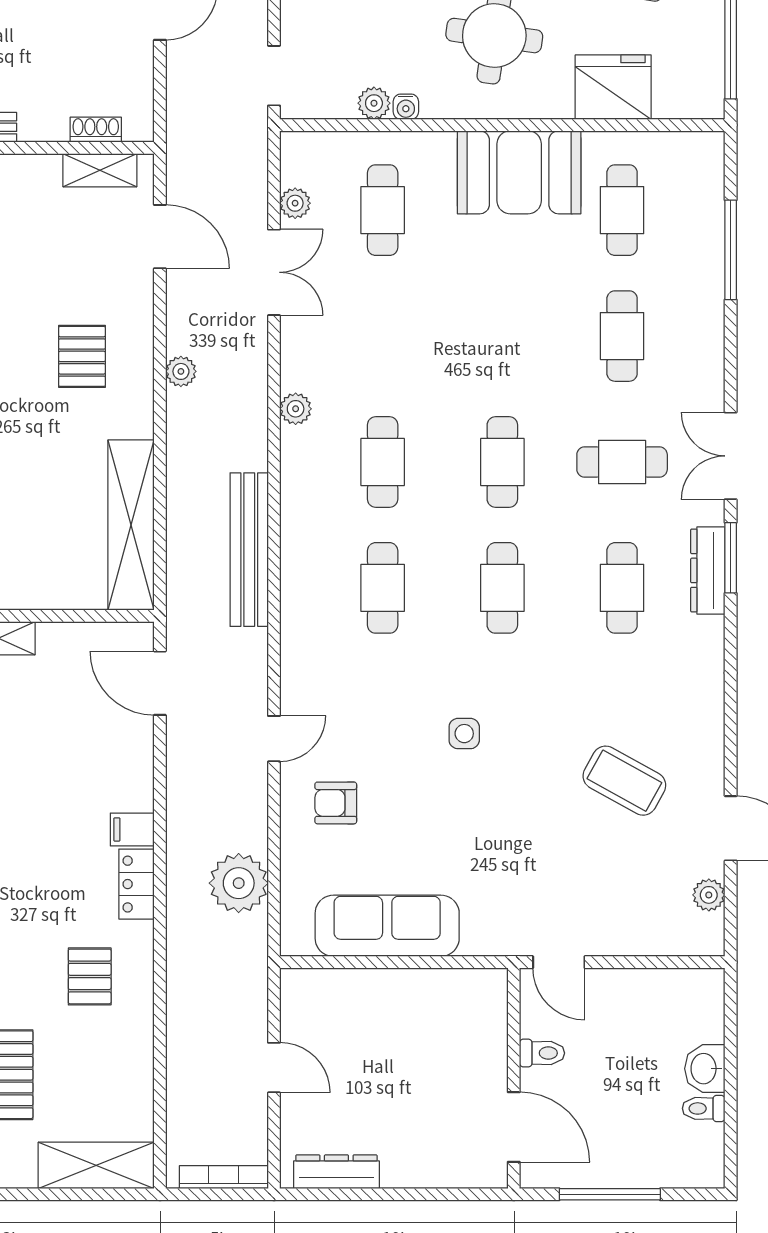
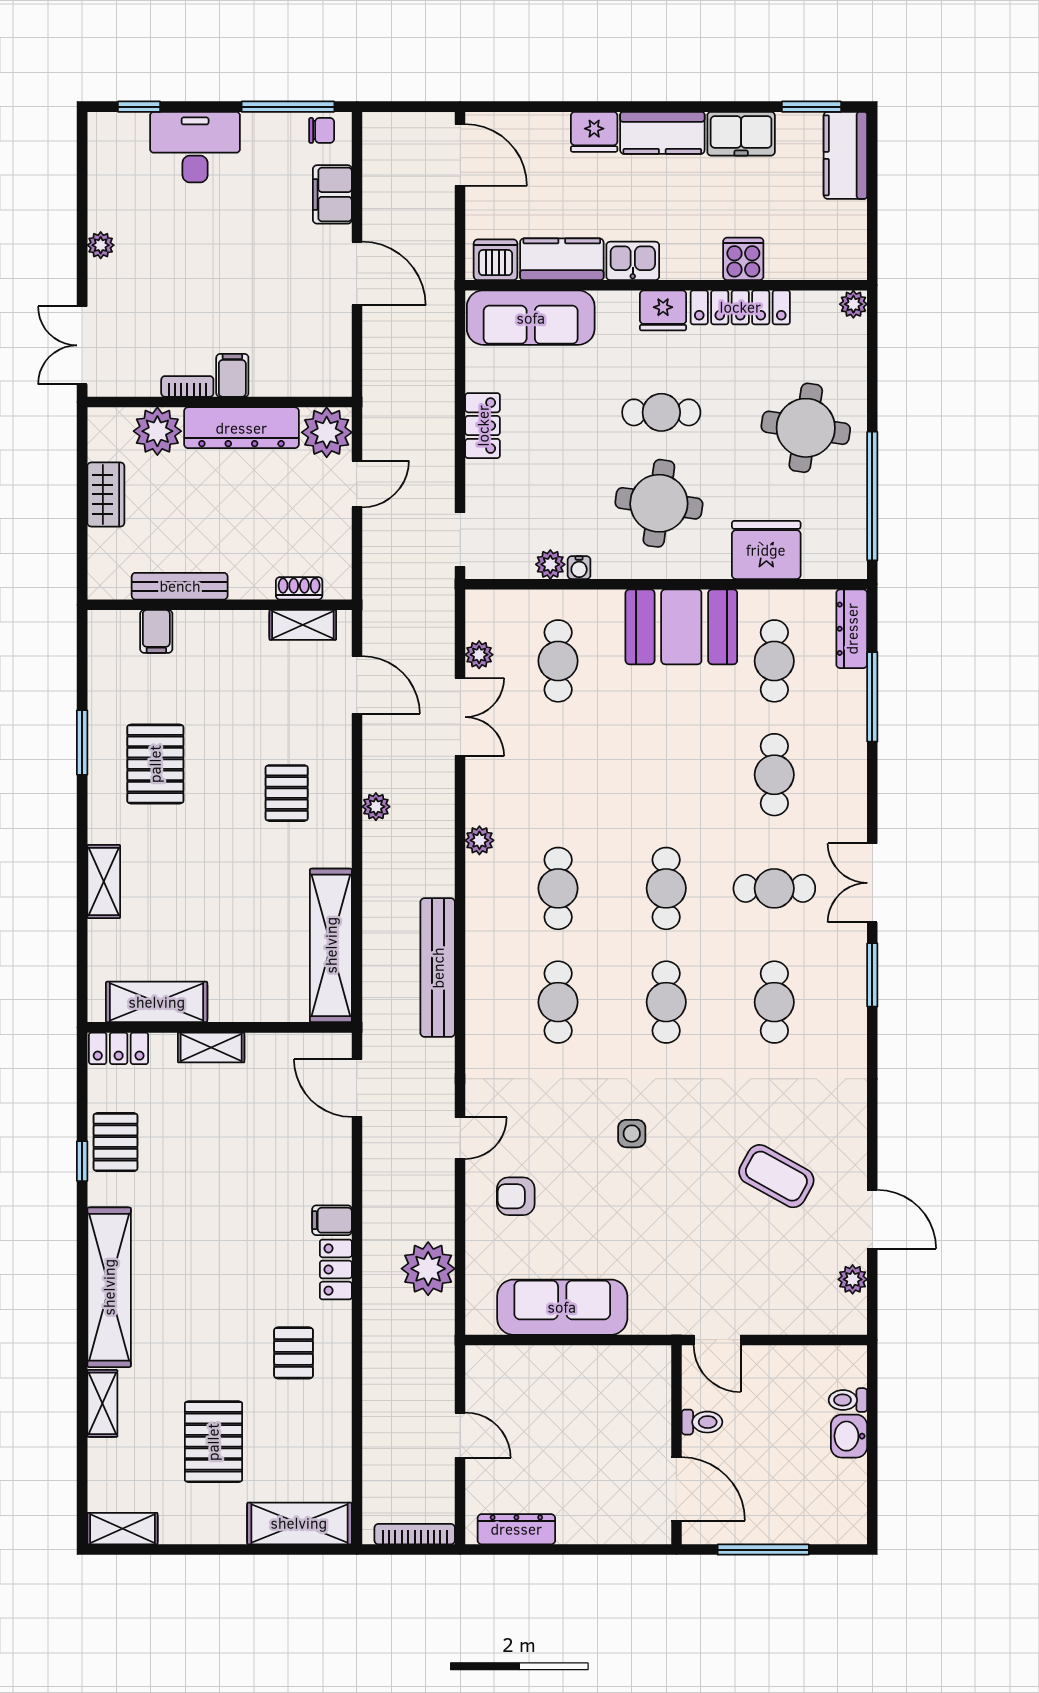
dresser: (708, 570) -> (852, 629), moved
toilet: (704, 1108) -> (848, 1400), moved

